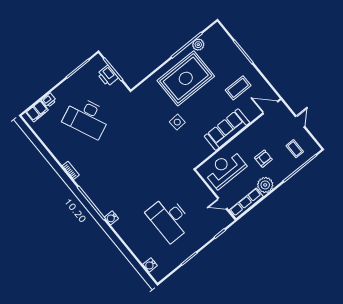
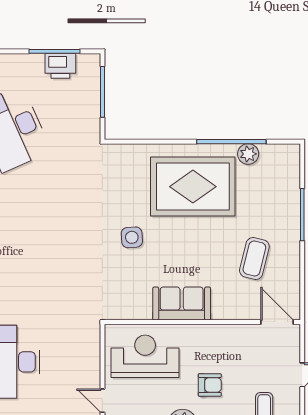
printer: (108, 76) -> (60, 66), moved, turned -90
coffee table: (238, 88) -> (254, 259), turned -76
sofa: (227, 129) -> (182, 304), width x0.73

